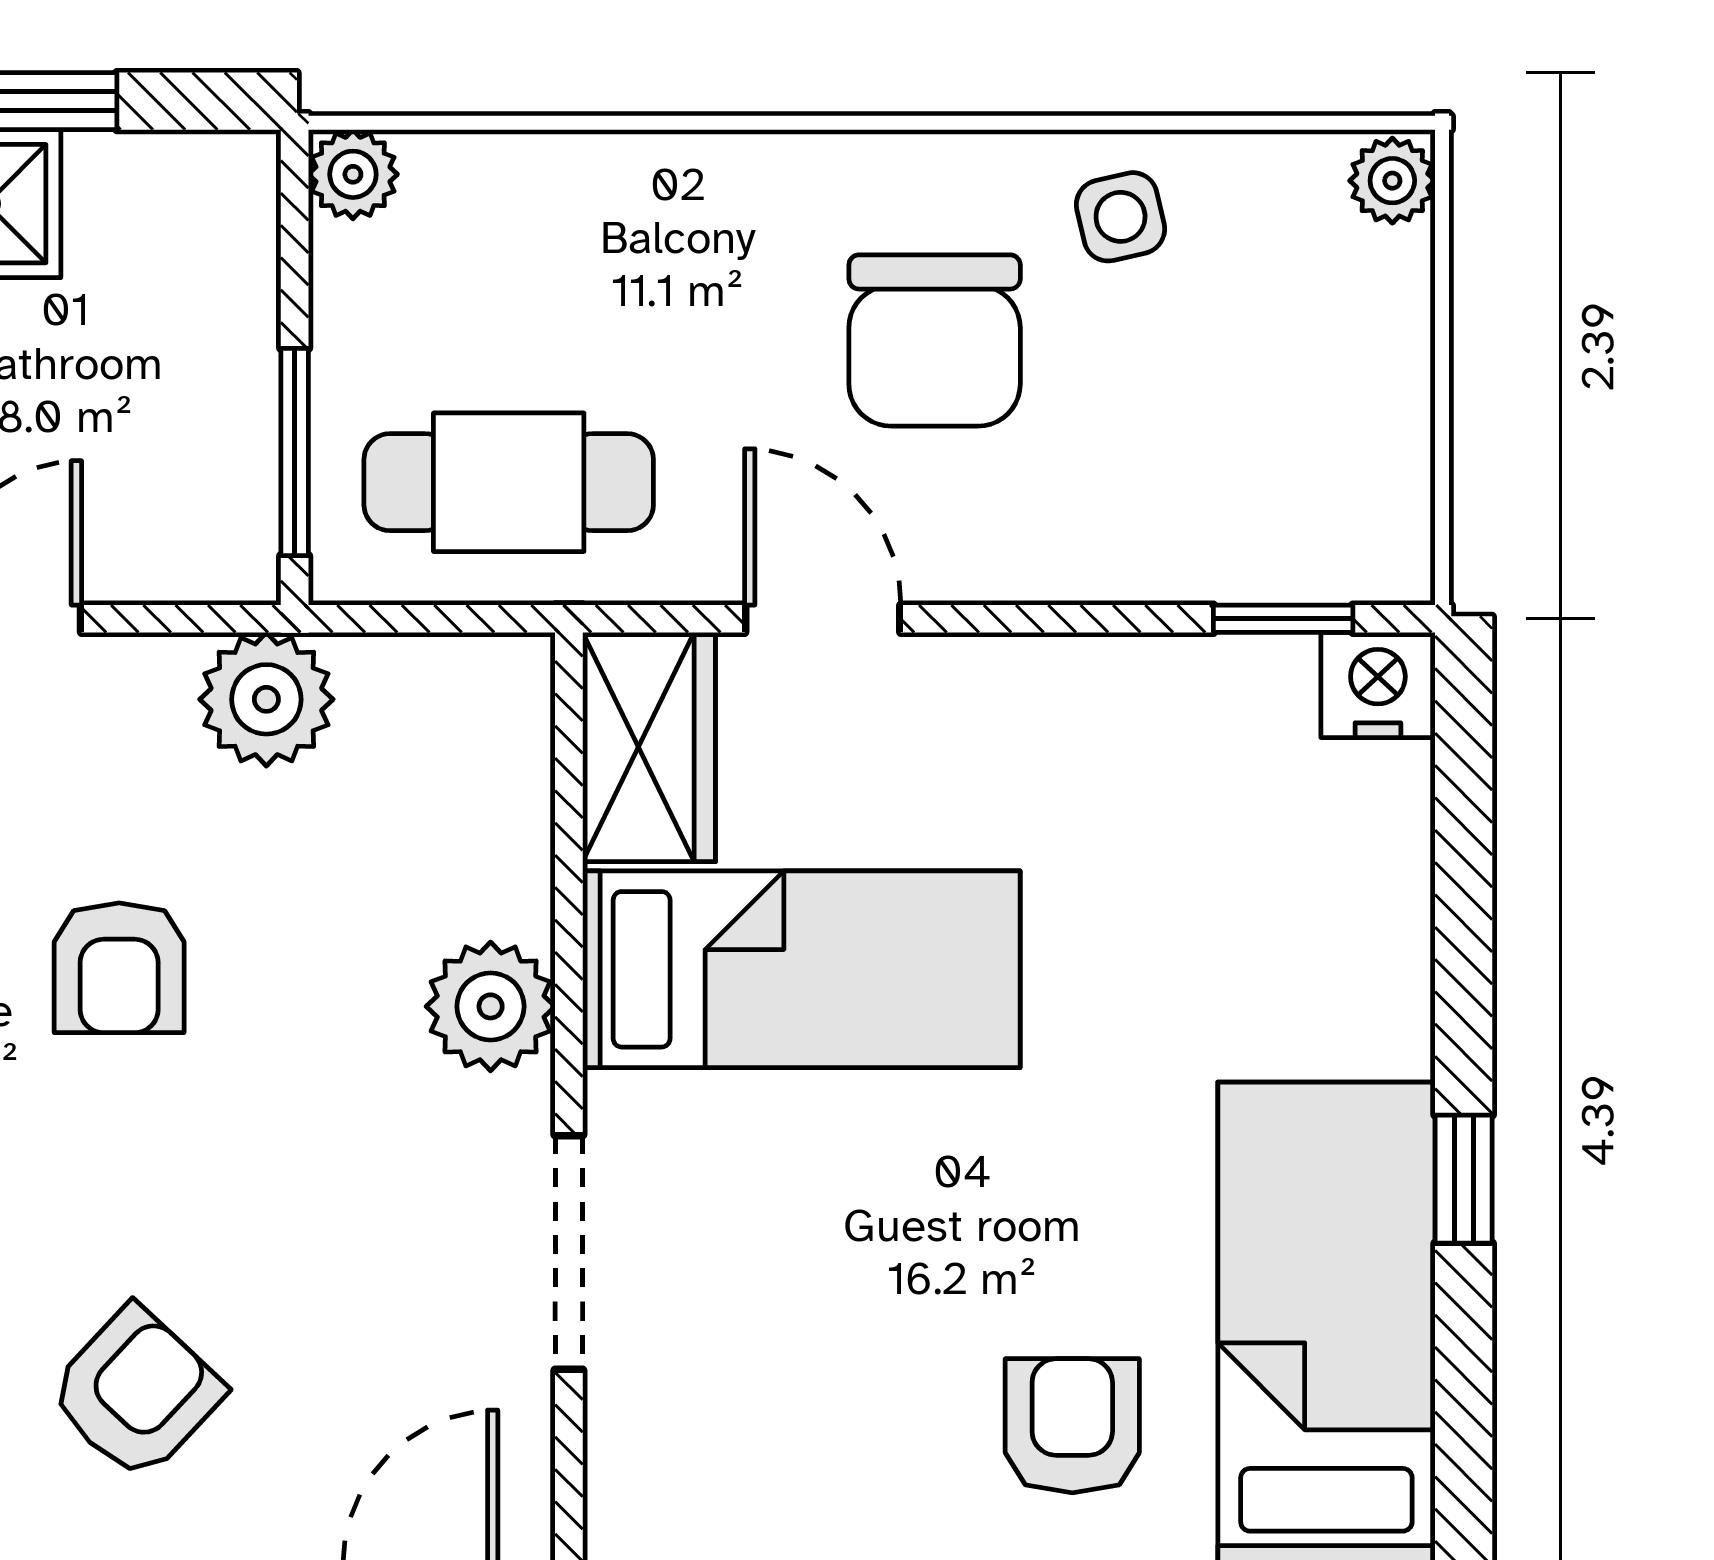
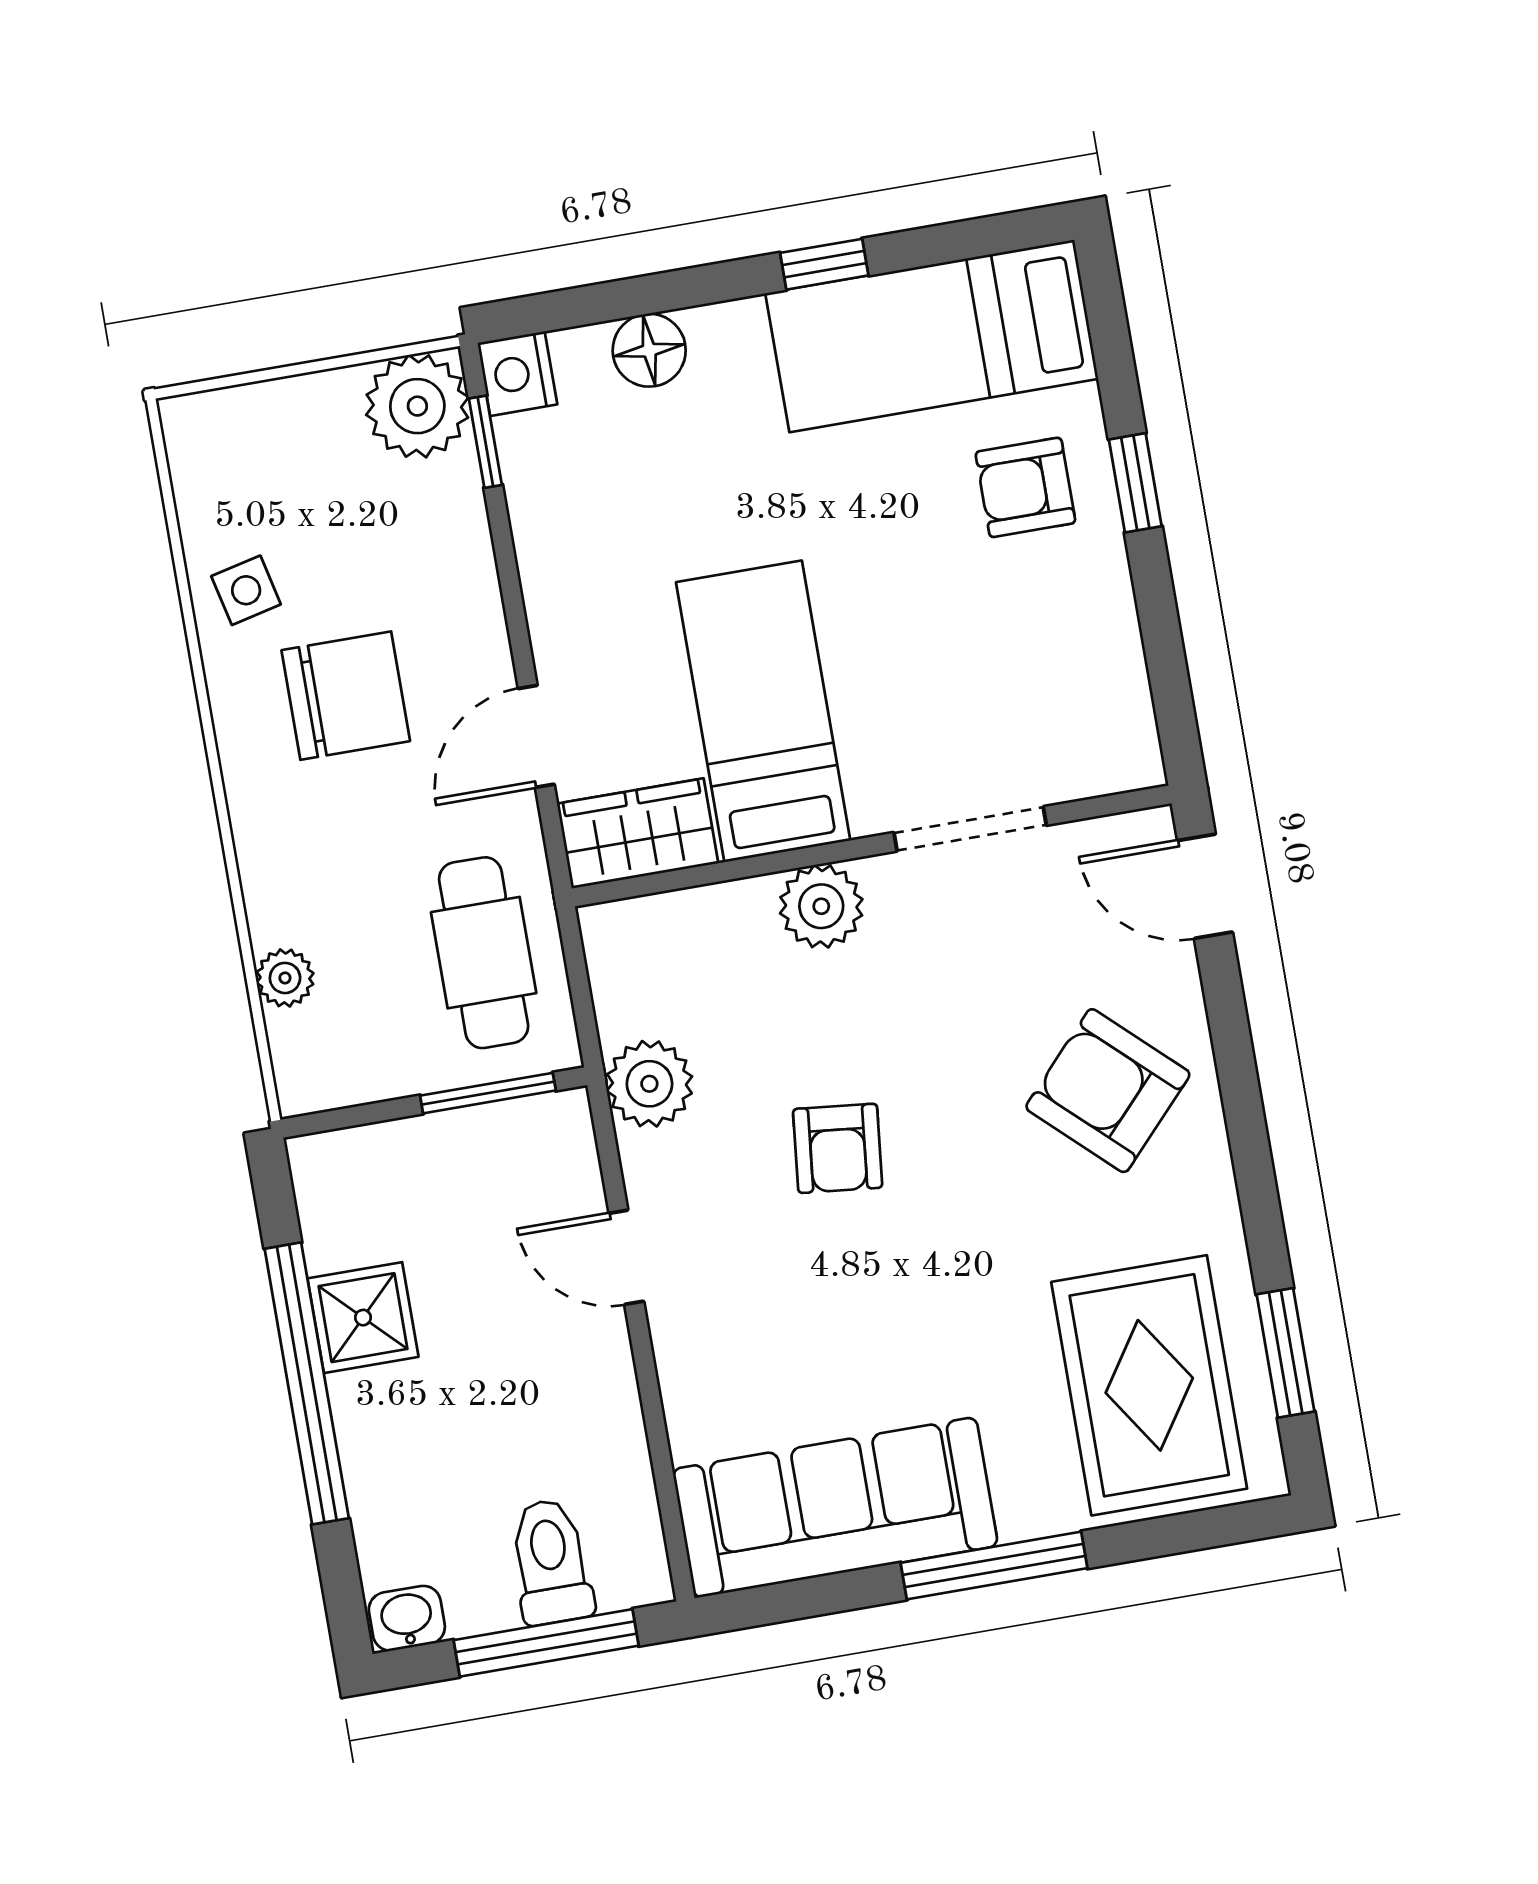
plant: (353, 174) -> (285, 978), moved
plant: (1392, 181) -> (417, 406), moved, width x1.87, depth x1.87
floor lamp: (1379, 891) -> (649, 350), added
armchair: (119, 968) -> (838, 1148), turned 96
armchair: (136, 1393) -> (1108, 1091), width x1.38, depth x1.38

